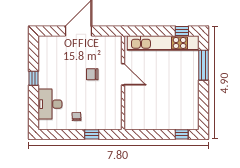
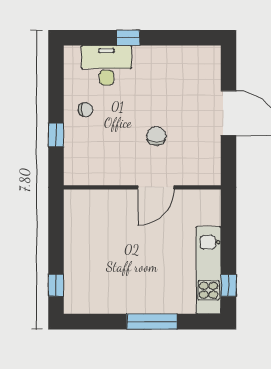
kitchen unit: (163, 43) -> (209, 270), width x0.73
window: (203, 65) -> (152, 322), moved
window: (33, 78) -> (128, 38), moved

